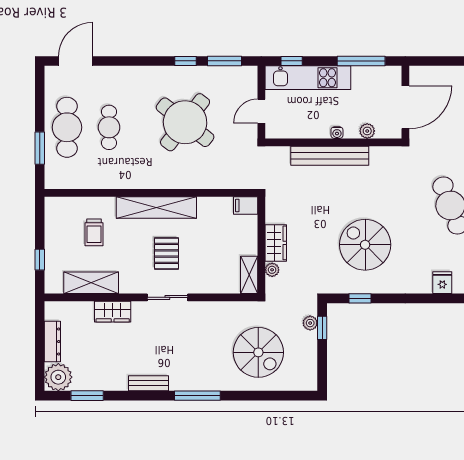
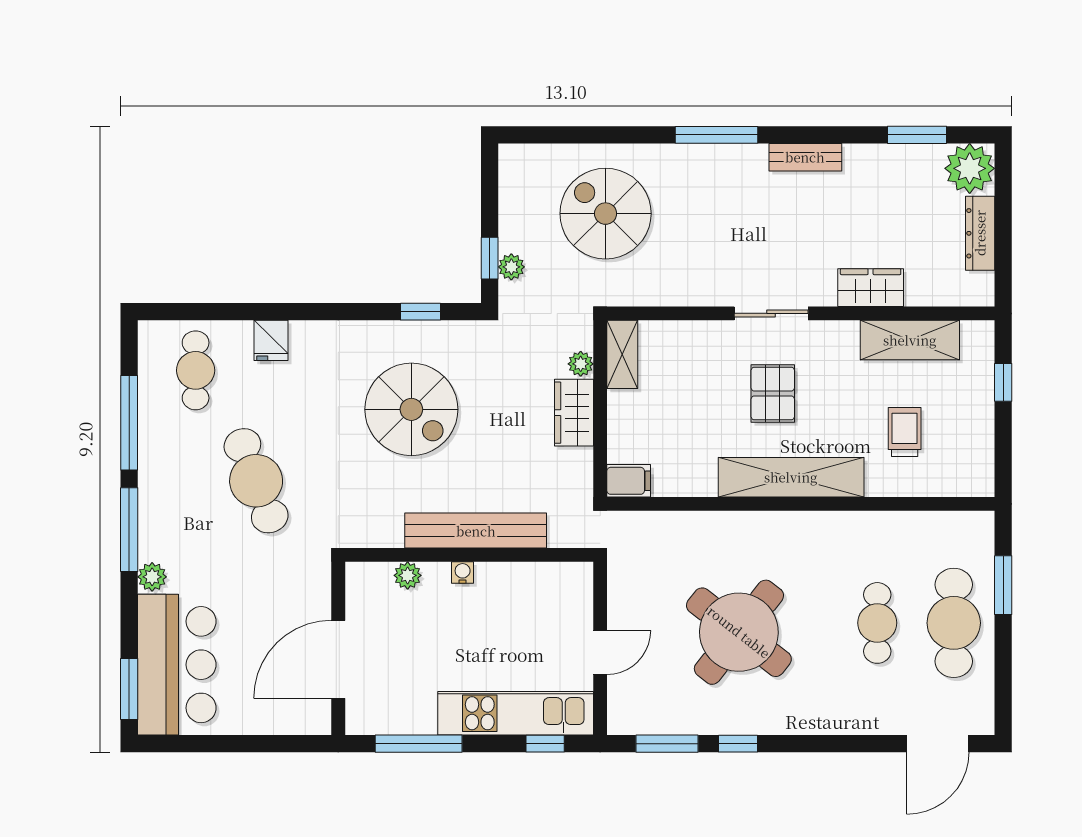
plant: (367, 131) -> (408, 575), moved
water cooler: (337, 133) -> (463, 573), moved
wall: (333, 142) -> (469, 555), moved
bench: (330, 156) -> (476, 531), moved

